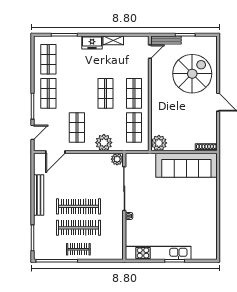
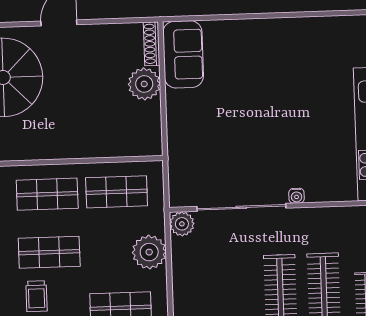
trolley: (84, 86) -> (36, 296), added
plant: (159, 143) -> (144, 84), moved
sofa: (186, 165) -> (183, 54), width x0.54, depth x0.79

